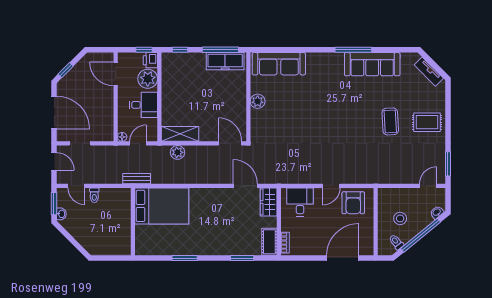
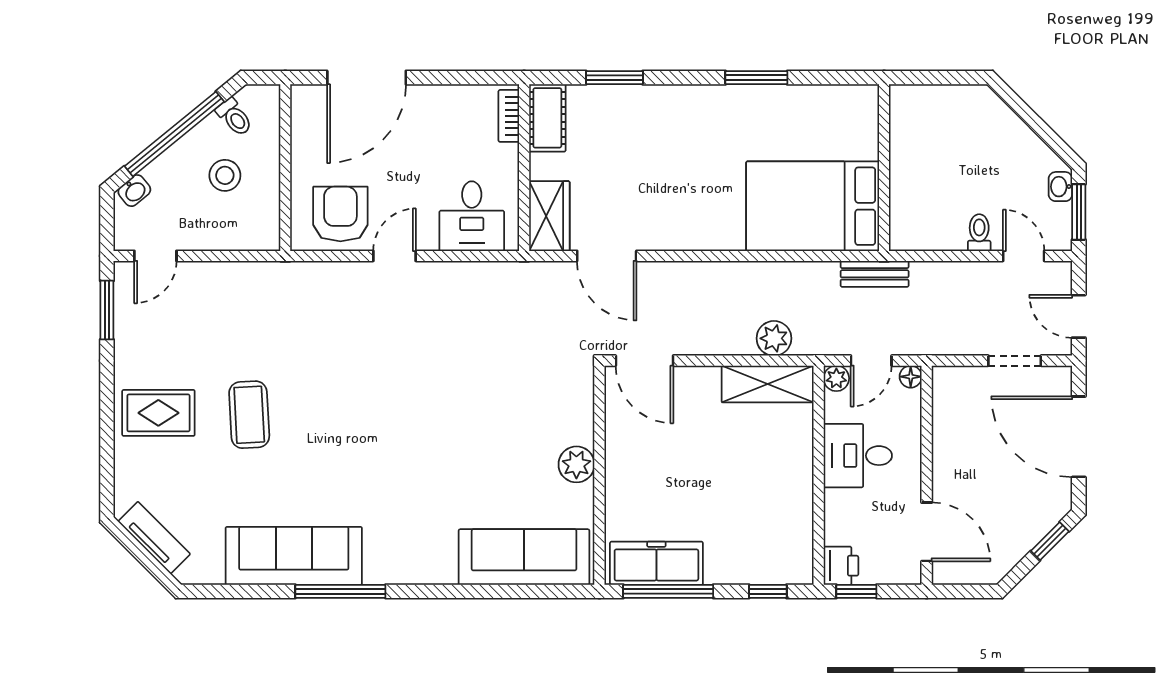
plant: (148, 79) -> (836, 378), moved, width x0.53, depth x0.53

